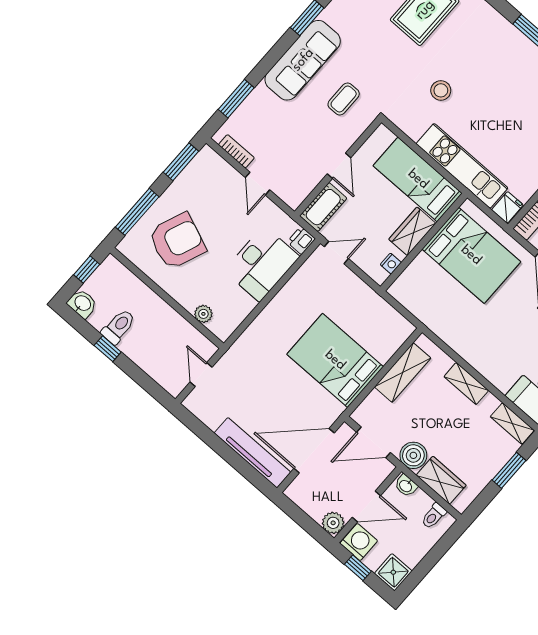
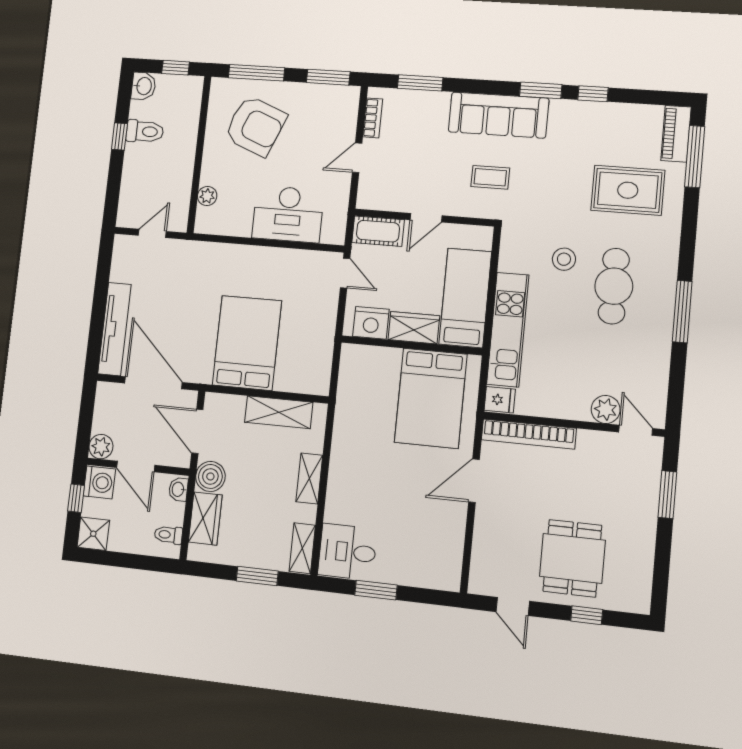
cafe table: (485, 70) -> (614, 286), added
printer: (301, 240) -> (334, 234), removed
nightstand: (391, 264) -> (371, 323), width x1.89, depth x1.79

